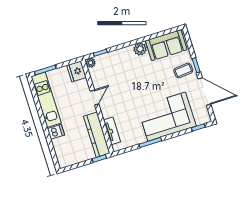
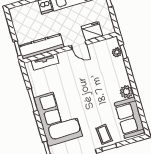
plant: (91, 63) -> (117, 52), moved
fridge: (76, 71) -> (92, 31), moved

